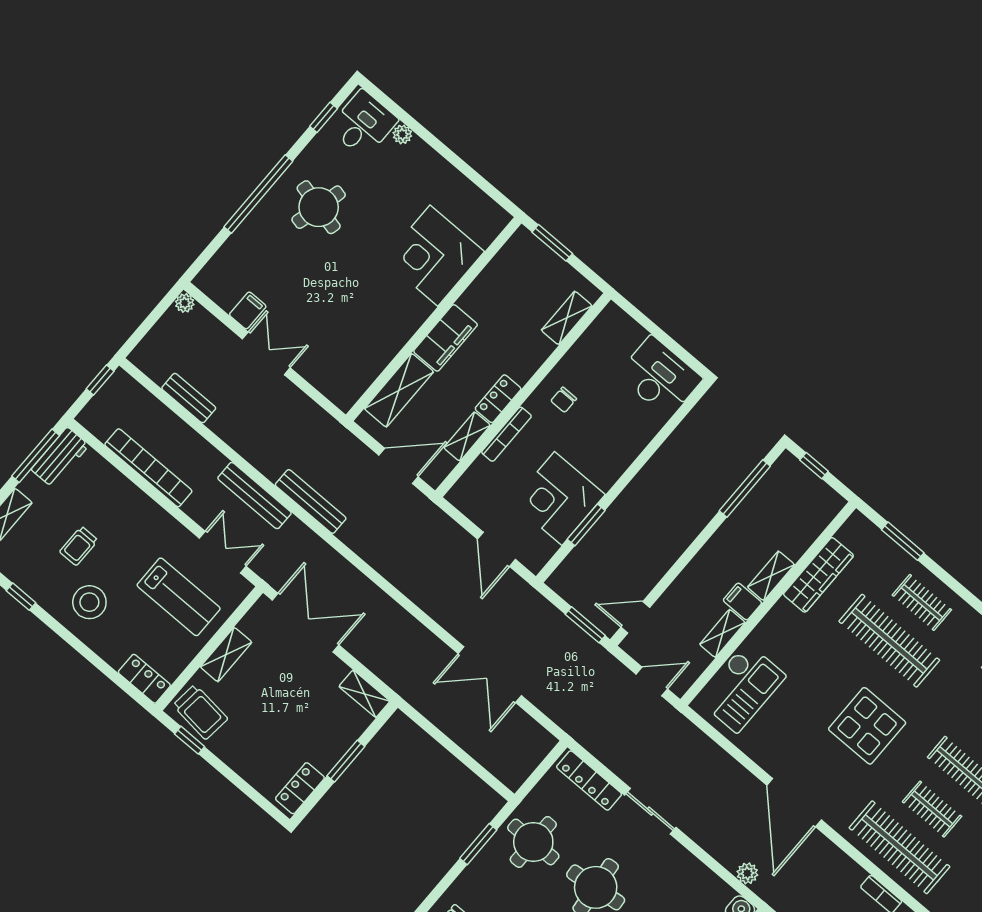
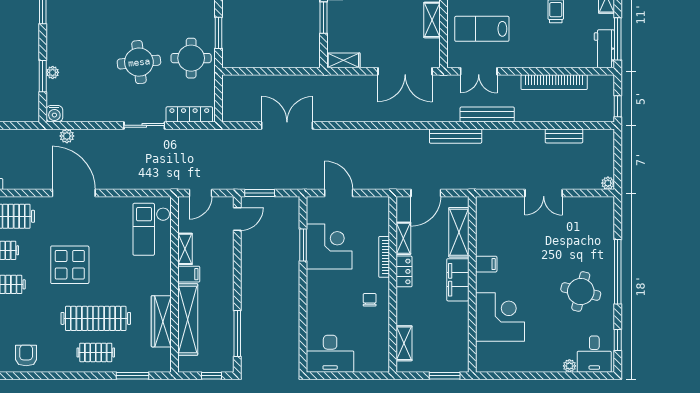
filing cabinet: (248, 310) -> (486, 264), moved, turned -90
shelving: (771, 576) -> (188, 319), width x2.20, depth x1.33

